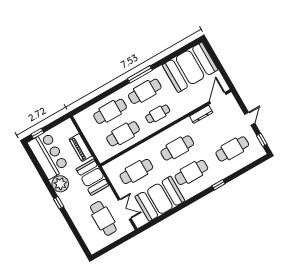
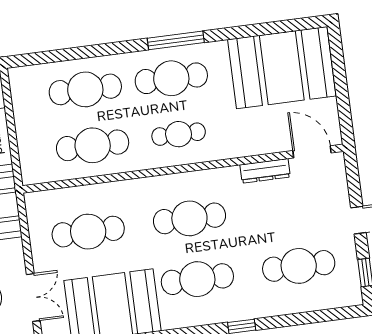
door: (218, 98) -> (312, 152), hinge flipped

